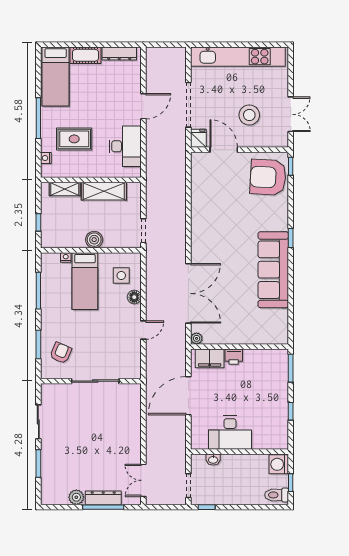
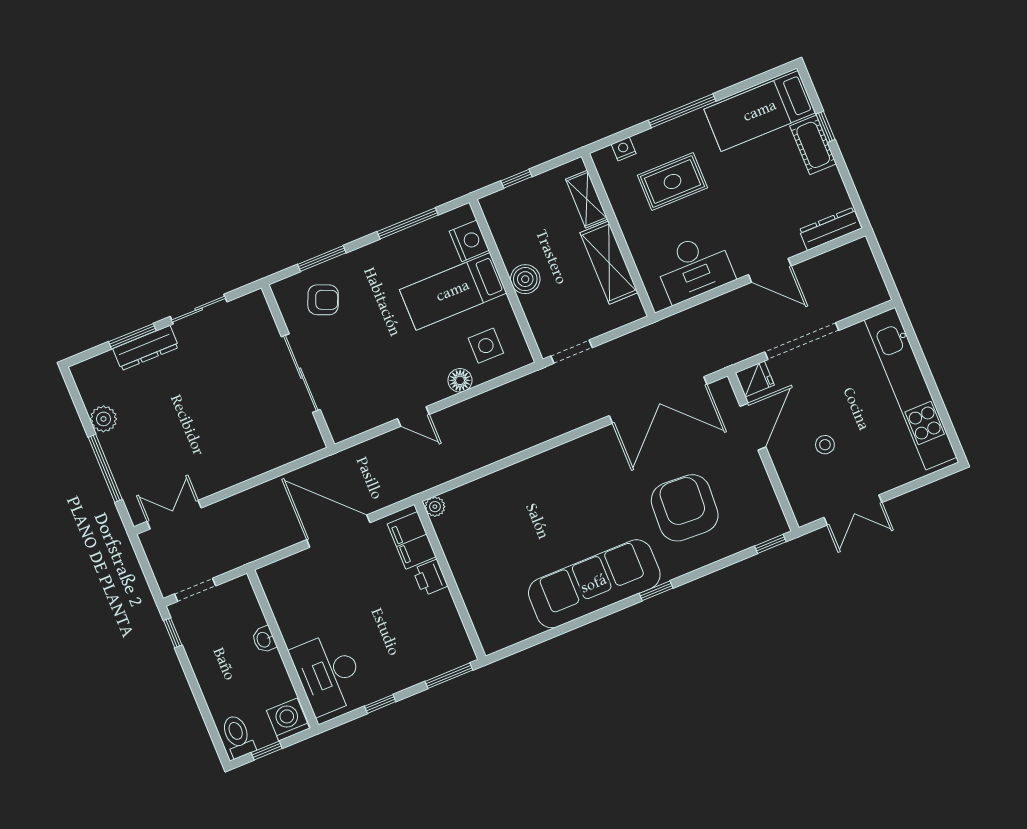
window: (79, 45) -> (826, 127), added
dresser: (119, 54) -> (830, 229), moved, turned 90
stool: (249, 115) -> (825, 445), width x0.53, depth x0.53
rug: (74, 139) -> (672, 181), turned 90
armchair: (268, 177) -> (685, 508), moved
nightstand: (66, 257) -> (469, 241), width x1.89, depth x1.79
double door: (188, 293) -> (658, 400), moved
desk: (230, 433) -> (328, 673), moved
washbasin: (213, 460) -> (264, 640), moved
dresser: (103, 498) -> (146, 348), moved, turned 90

